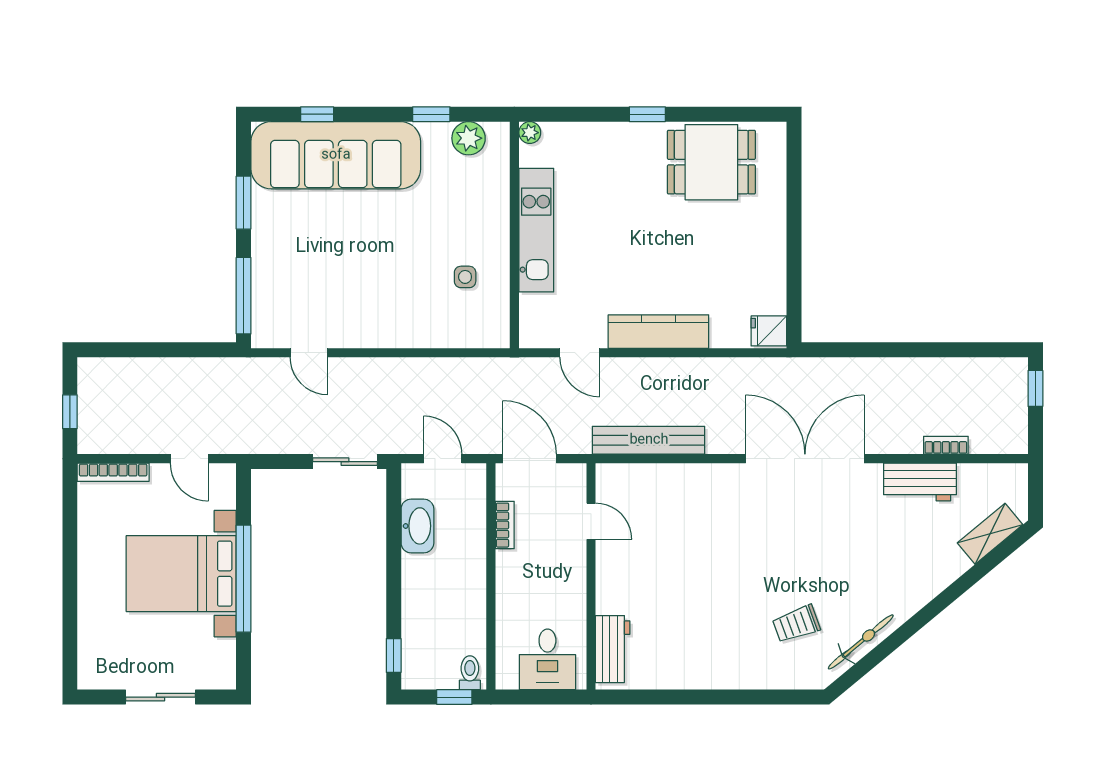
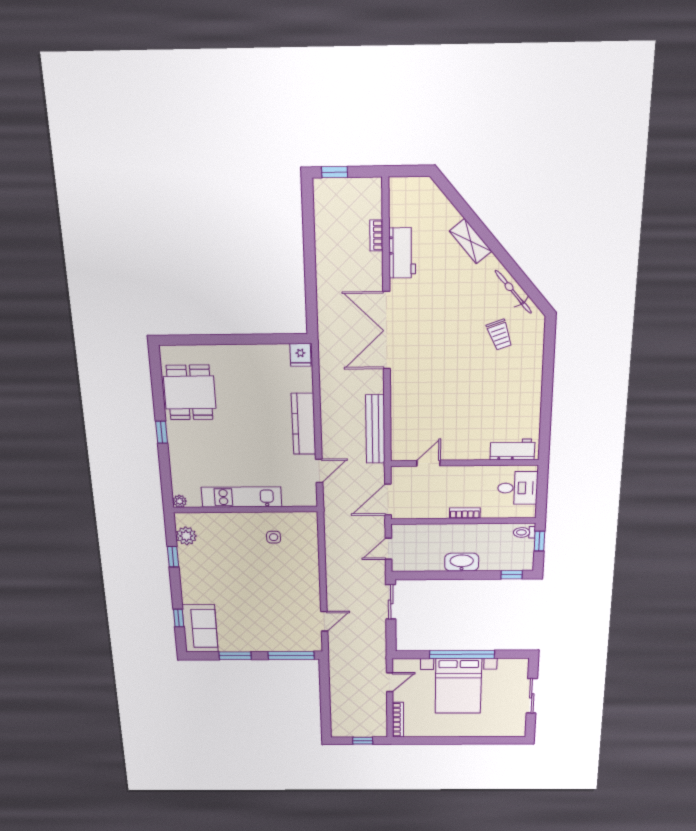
sofa: (336, 155) -> (200, 628), width x0.54, depth x0.79
bookcase: (505, 525) -> (465, 513), moved
washbasin: (417, 526) -> (462, 562), moved
shelving: (990, 534) -> (471, 241), moved

